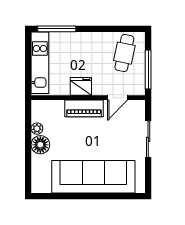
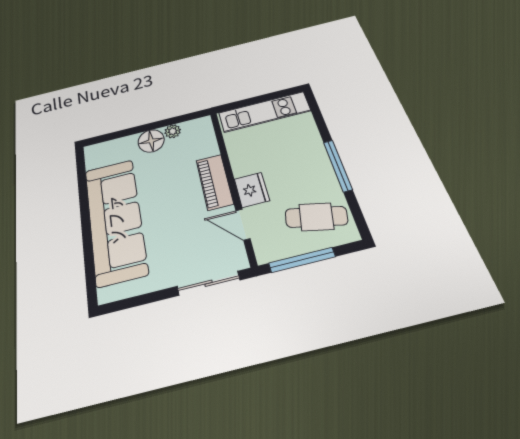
window: (57, 29) -> (338, 166), moved
fridge: (81, 86) -> (252, 190), moved
sliding door: (148, 139) -> (208, 283), moved

